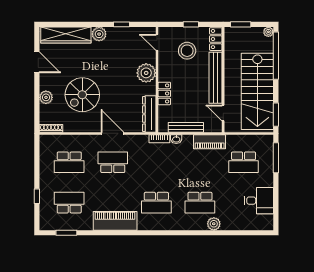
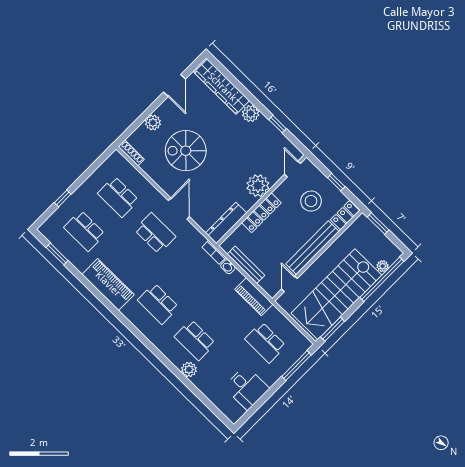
plant: (268, 32) -> (383, 266), moved
locker: (164, 93) -> (261, 213), width x1.53
school desk: (69, 203) -> (85, 231), turned 180

